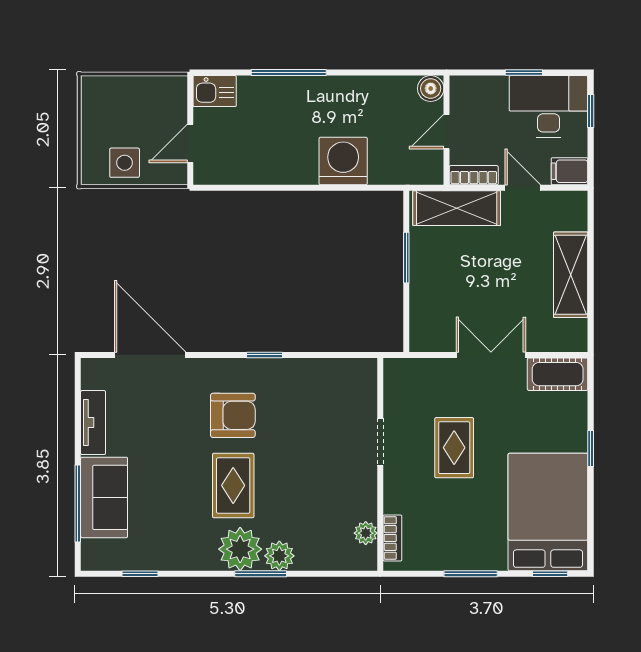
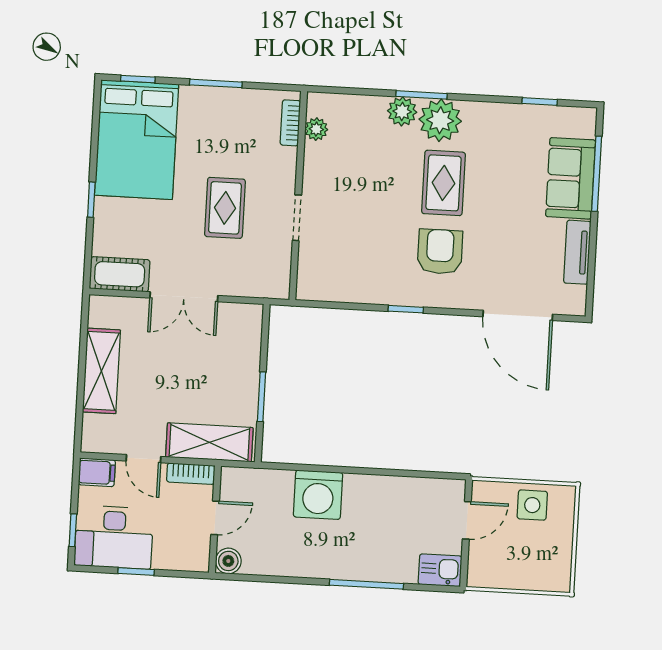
armchair: (233, 415) -> (440, 252), turned 90

